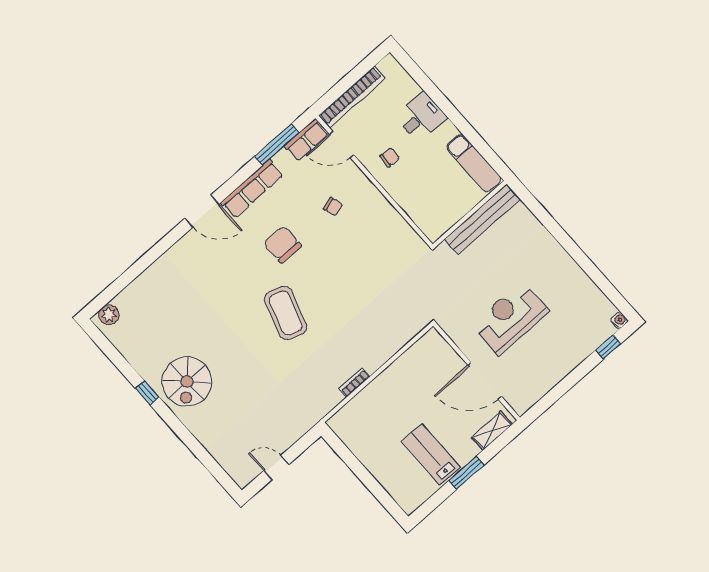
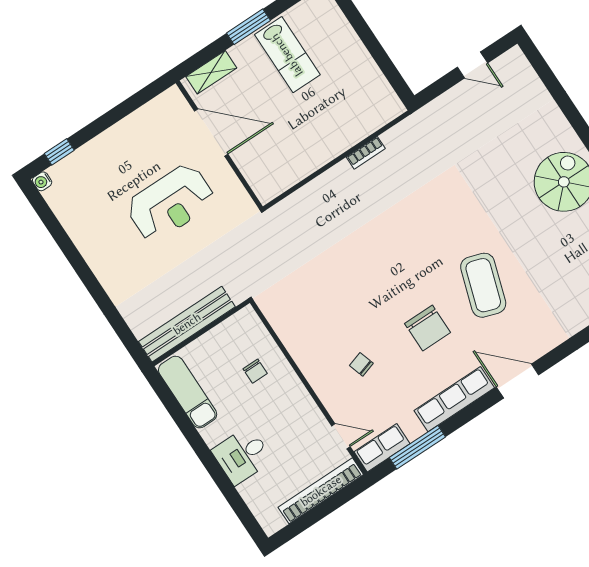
door: (342, 145) -> (341, 436), width x0.73
chair: (390, 157) -> (255, 371), moved, turned -94
coffee table: (286, 313) -> (483, 285), moved

